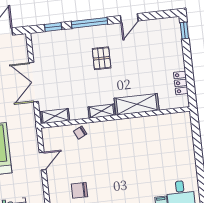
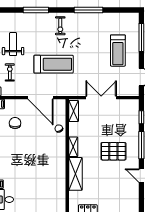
pallet: (102, 58) -> (113, 151), width x1.50, depth x1.42
door: (43, 161) -> (40, 98), width x1.87

